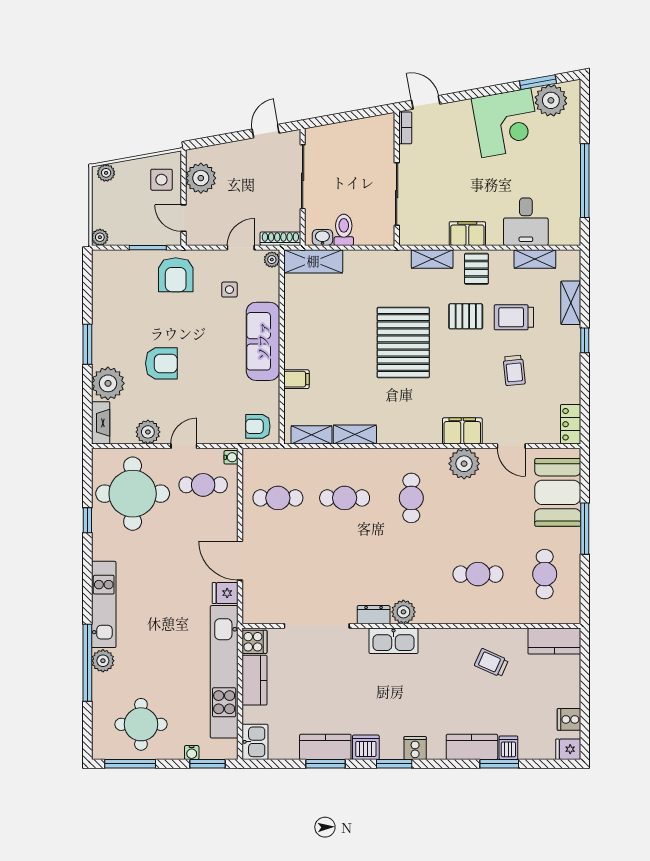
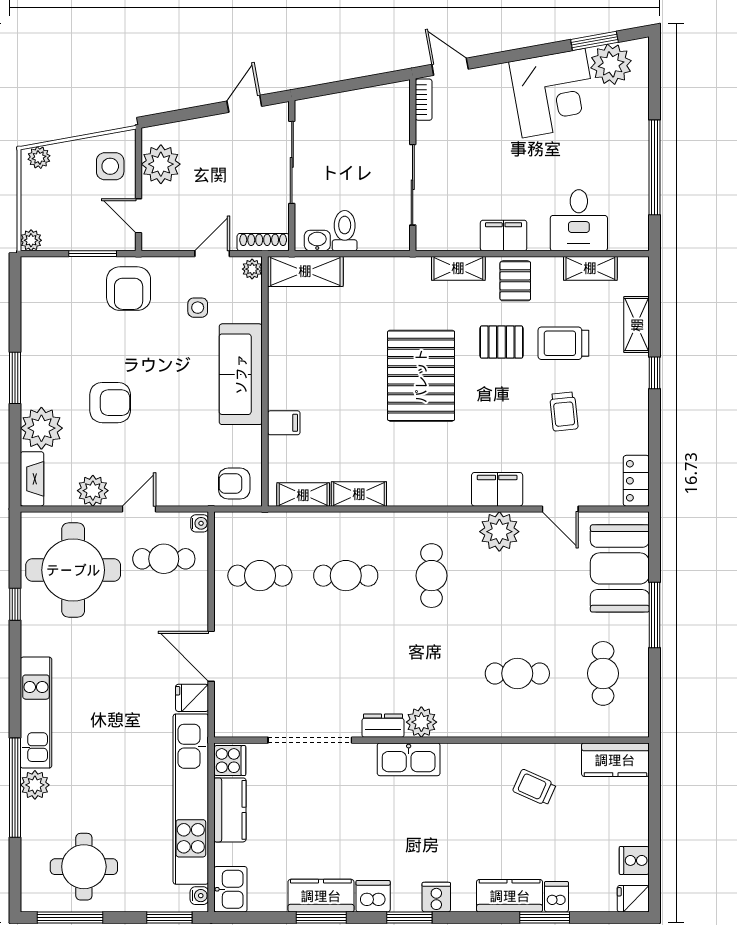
water cooler: (192, 753) -> (199, 896), moved, turned -90

